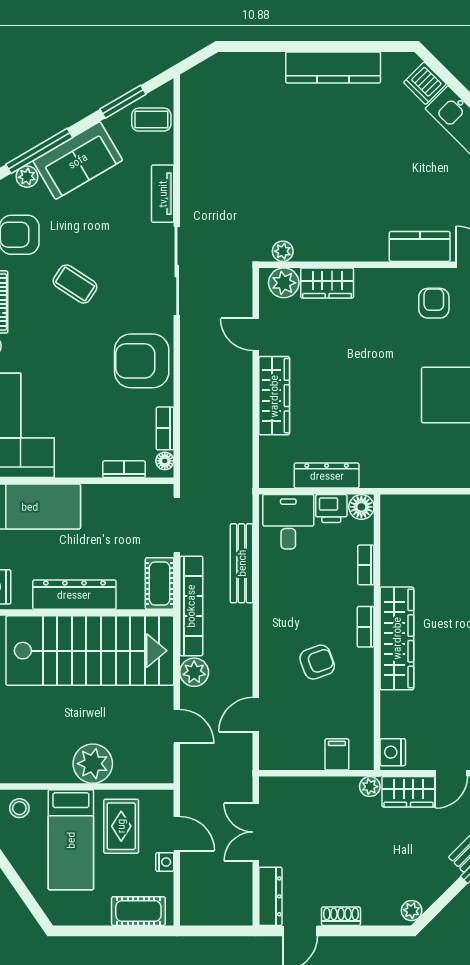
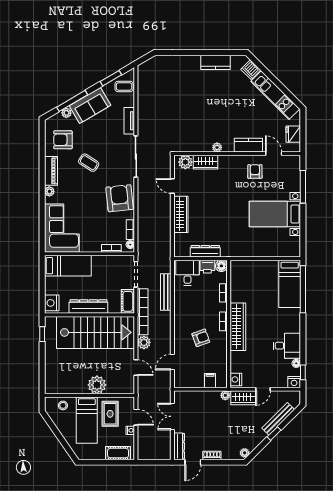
kitchen counter: (333, 67) -> (216, 62), width x0.67
plant: (283, 251) -> (217, 147), moved
armchair: (142, 361) -> (120, 198), turned 84

